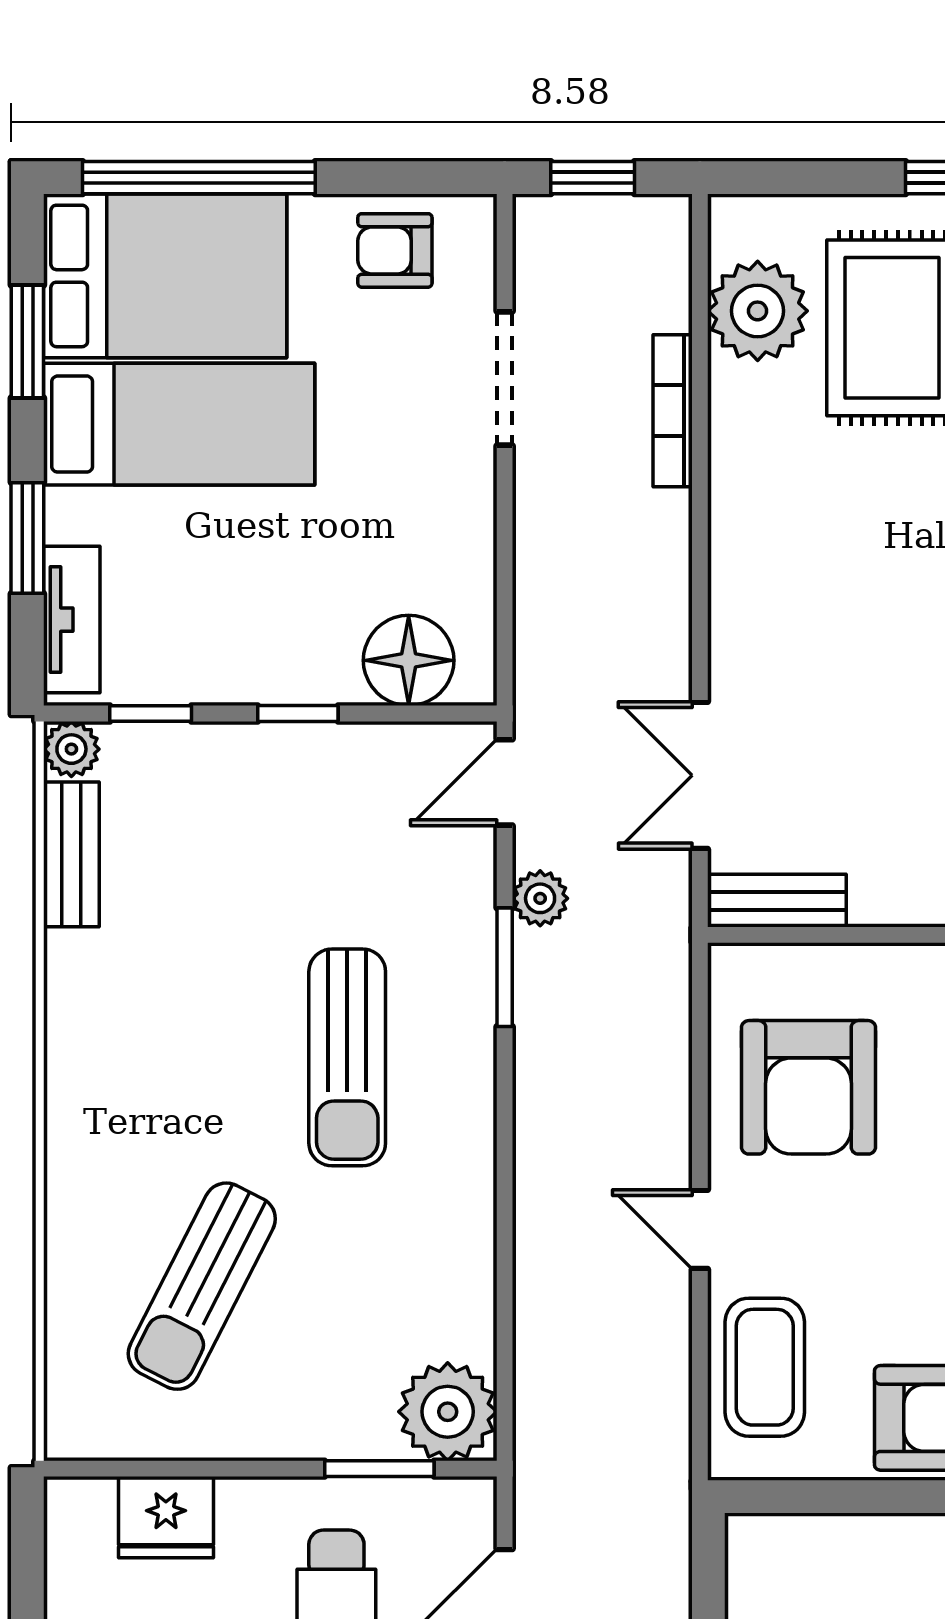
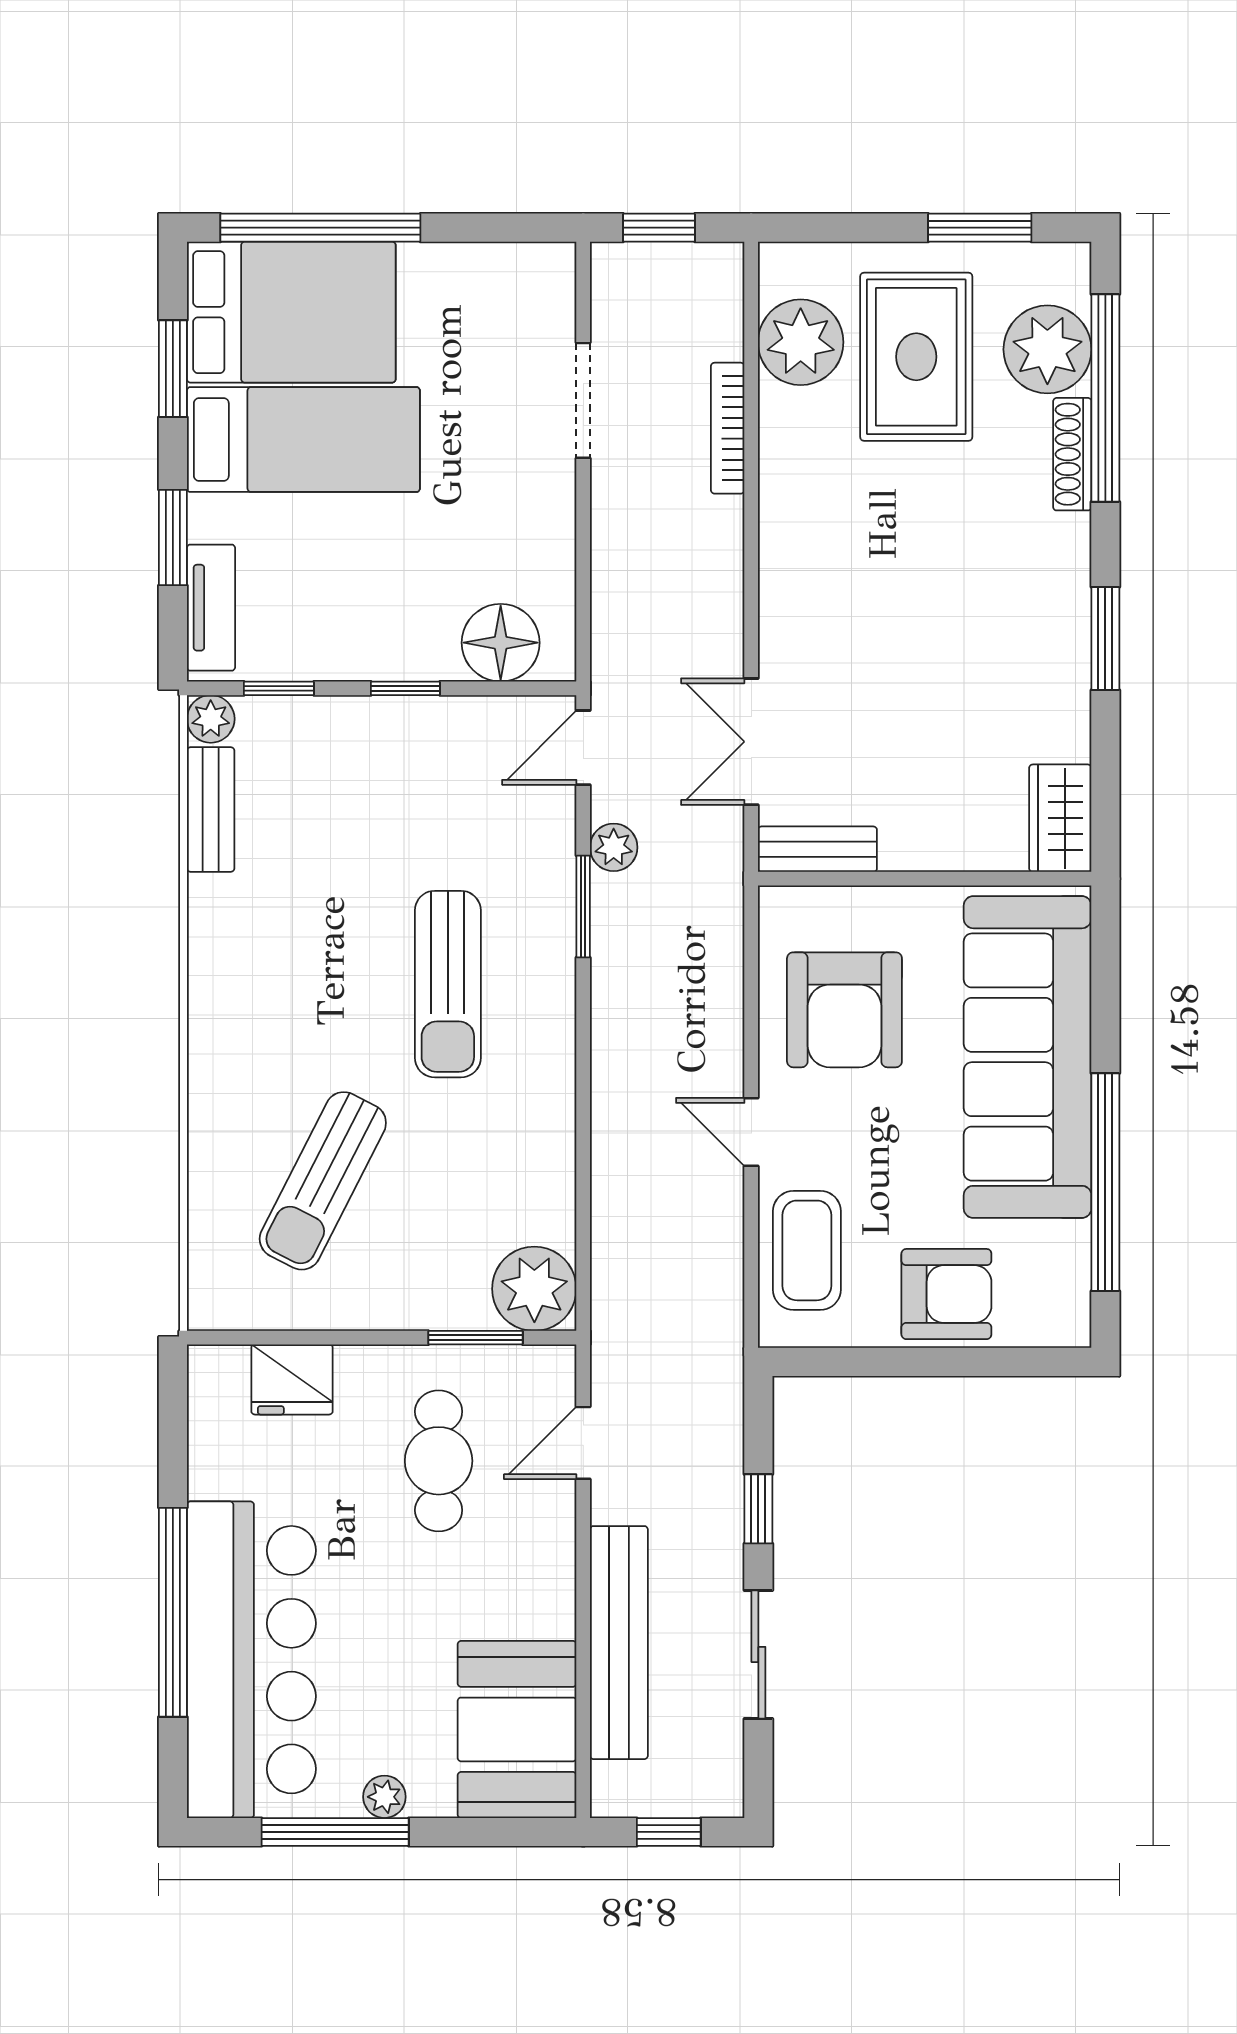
armchair: (395, 250) -> (489, 290), removed

